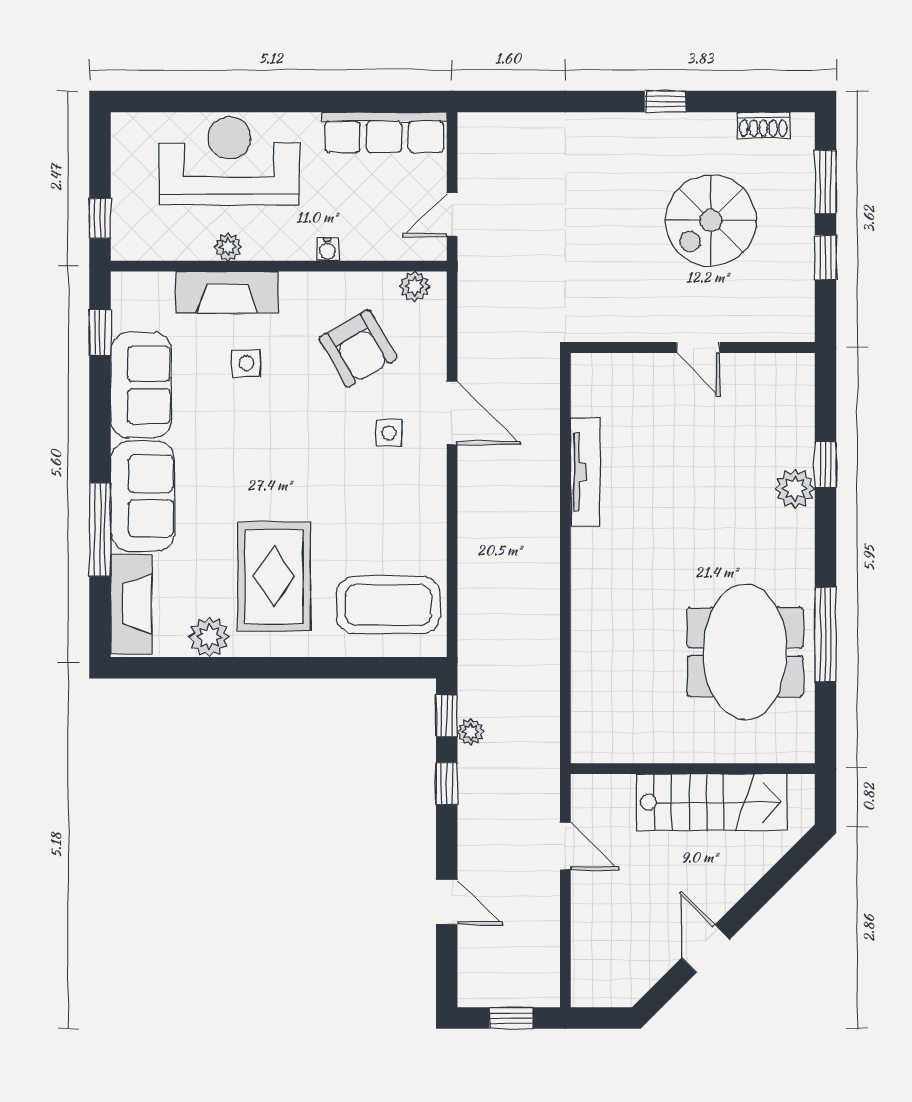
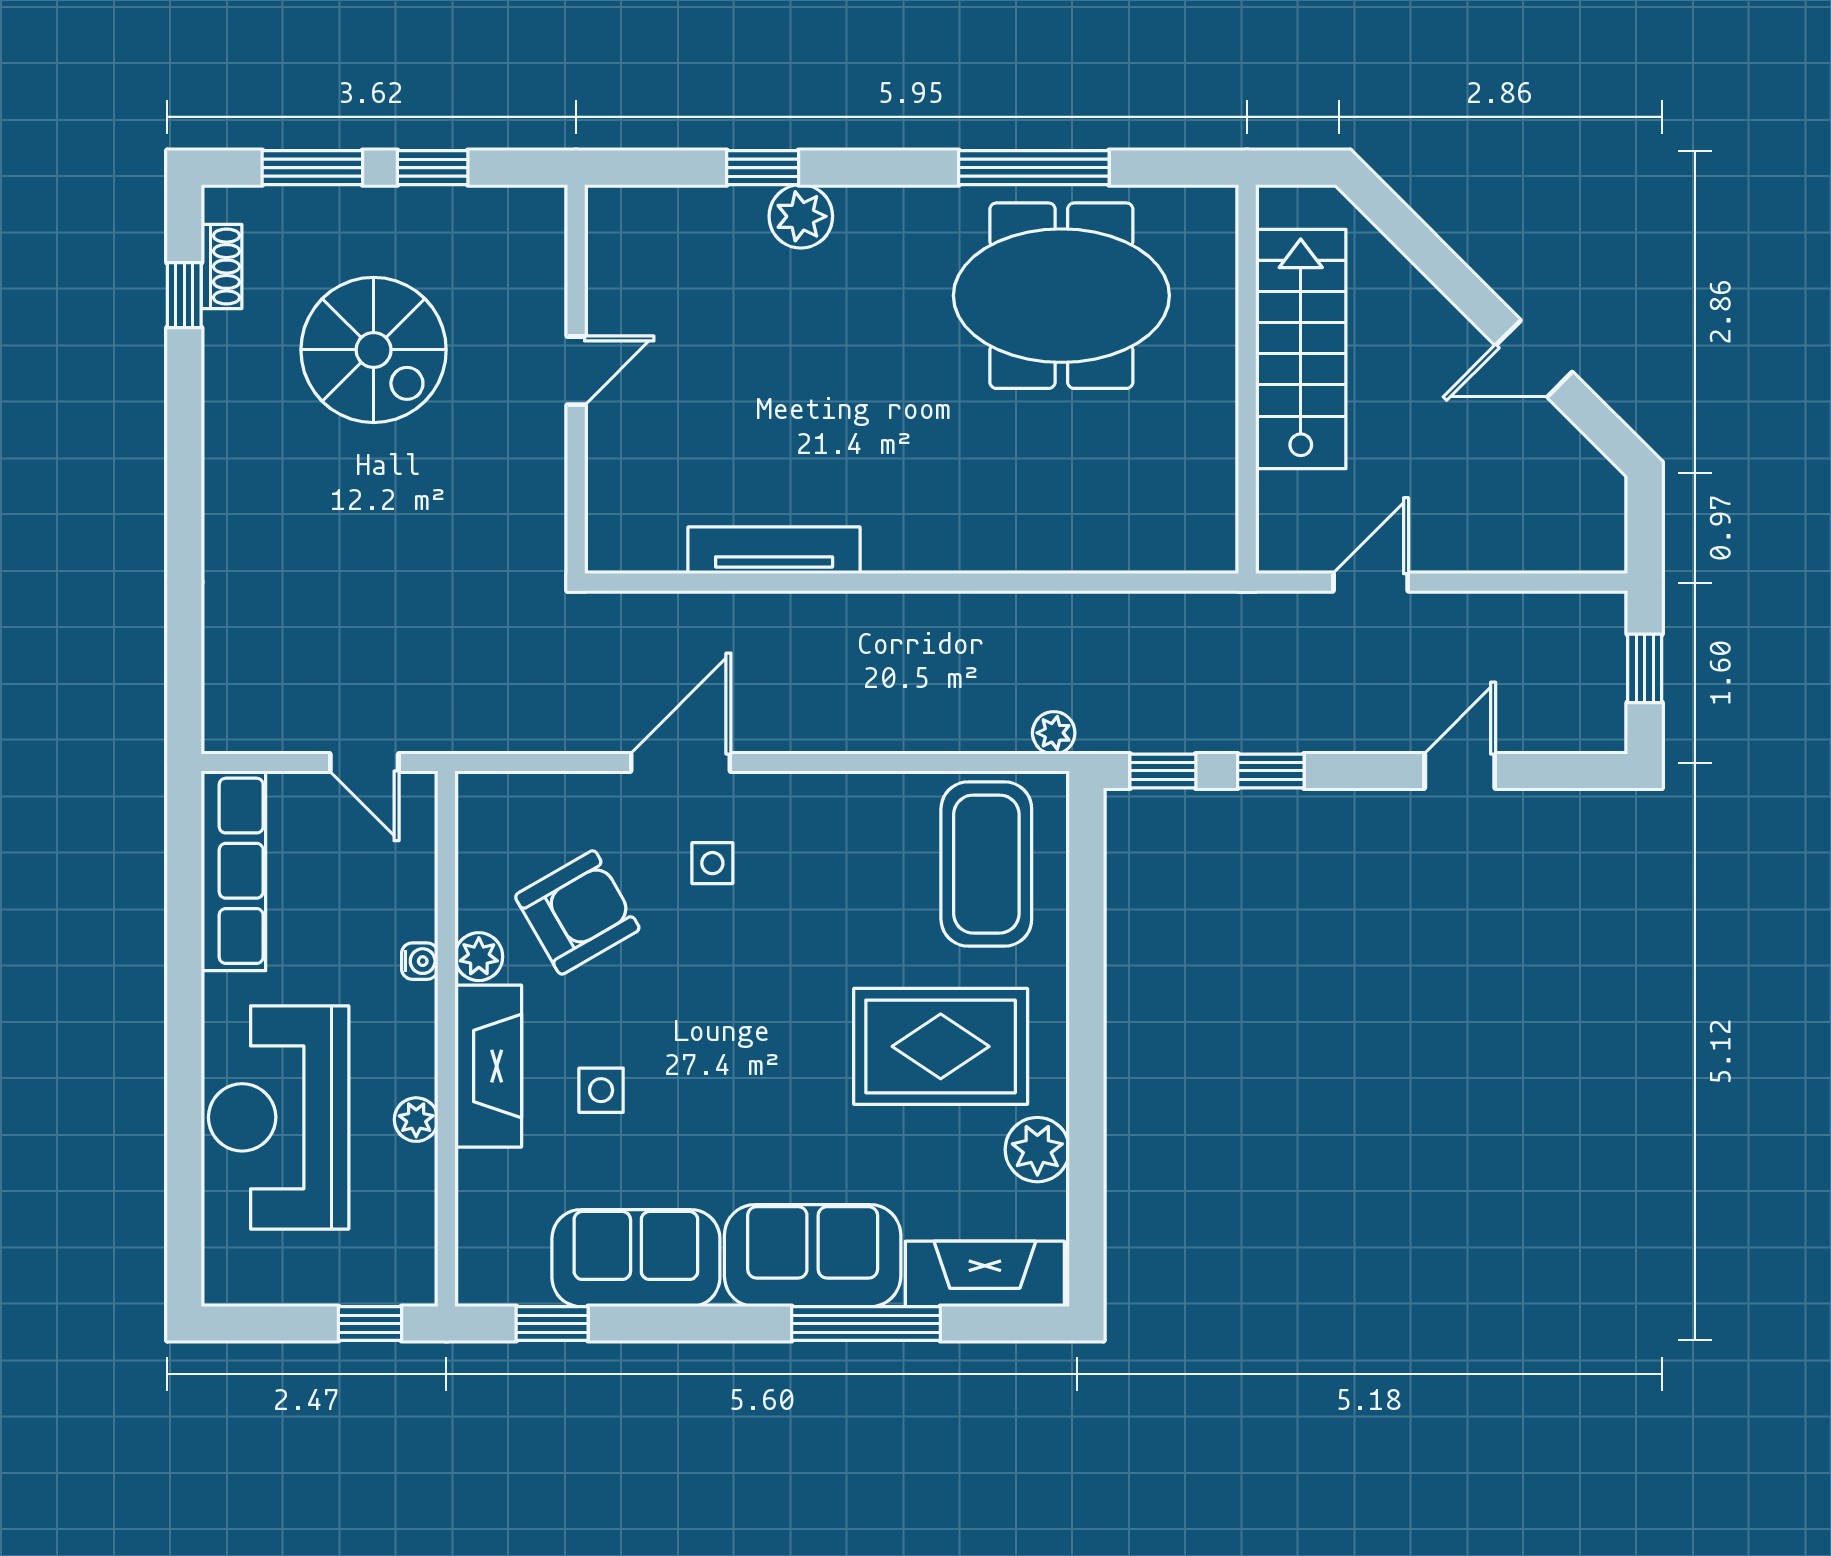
window: (665, 102) -> (184, 295), moved
plant: (415, 286) -> (479, 957), moved
fireplace: (227, 292) -> (488, 1066), moved
plant: (471, 732) -> (1054, 733), moved

